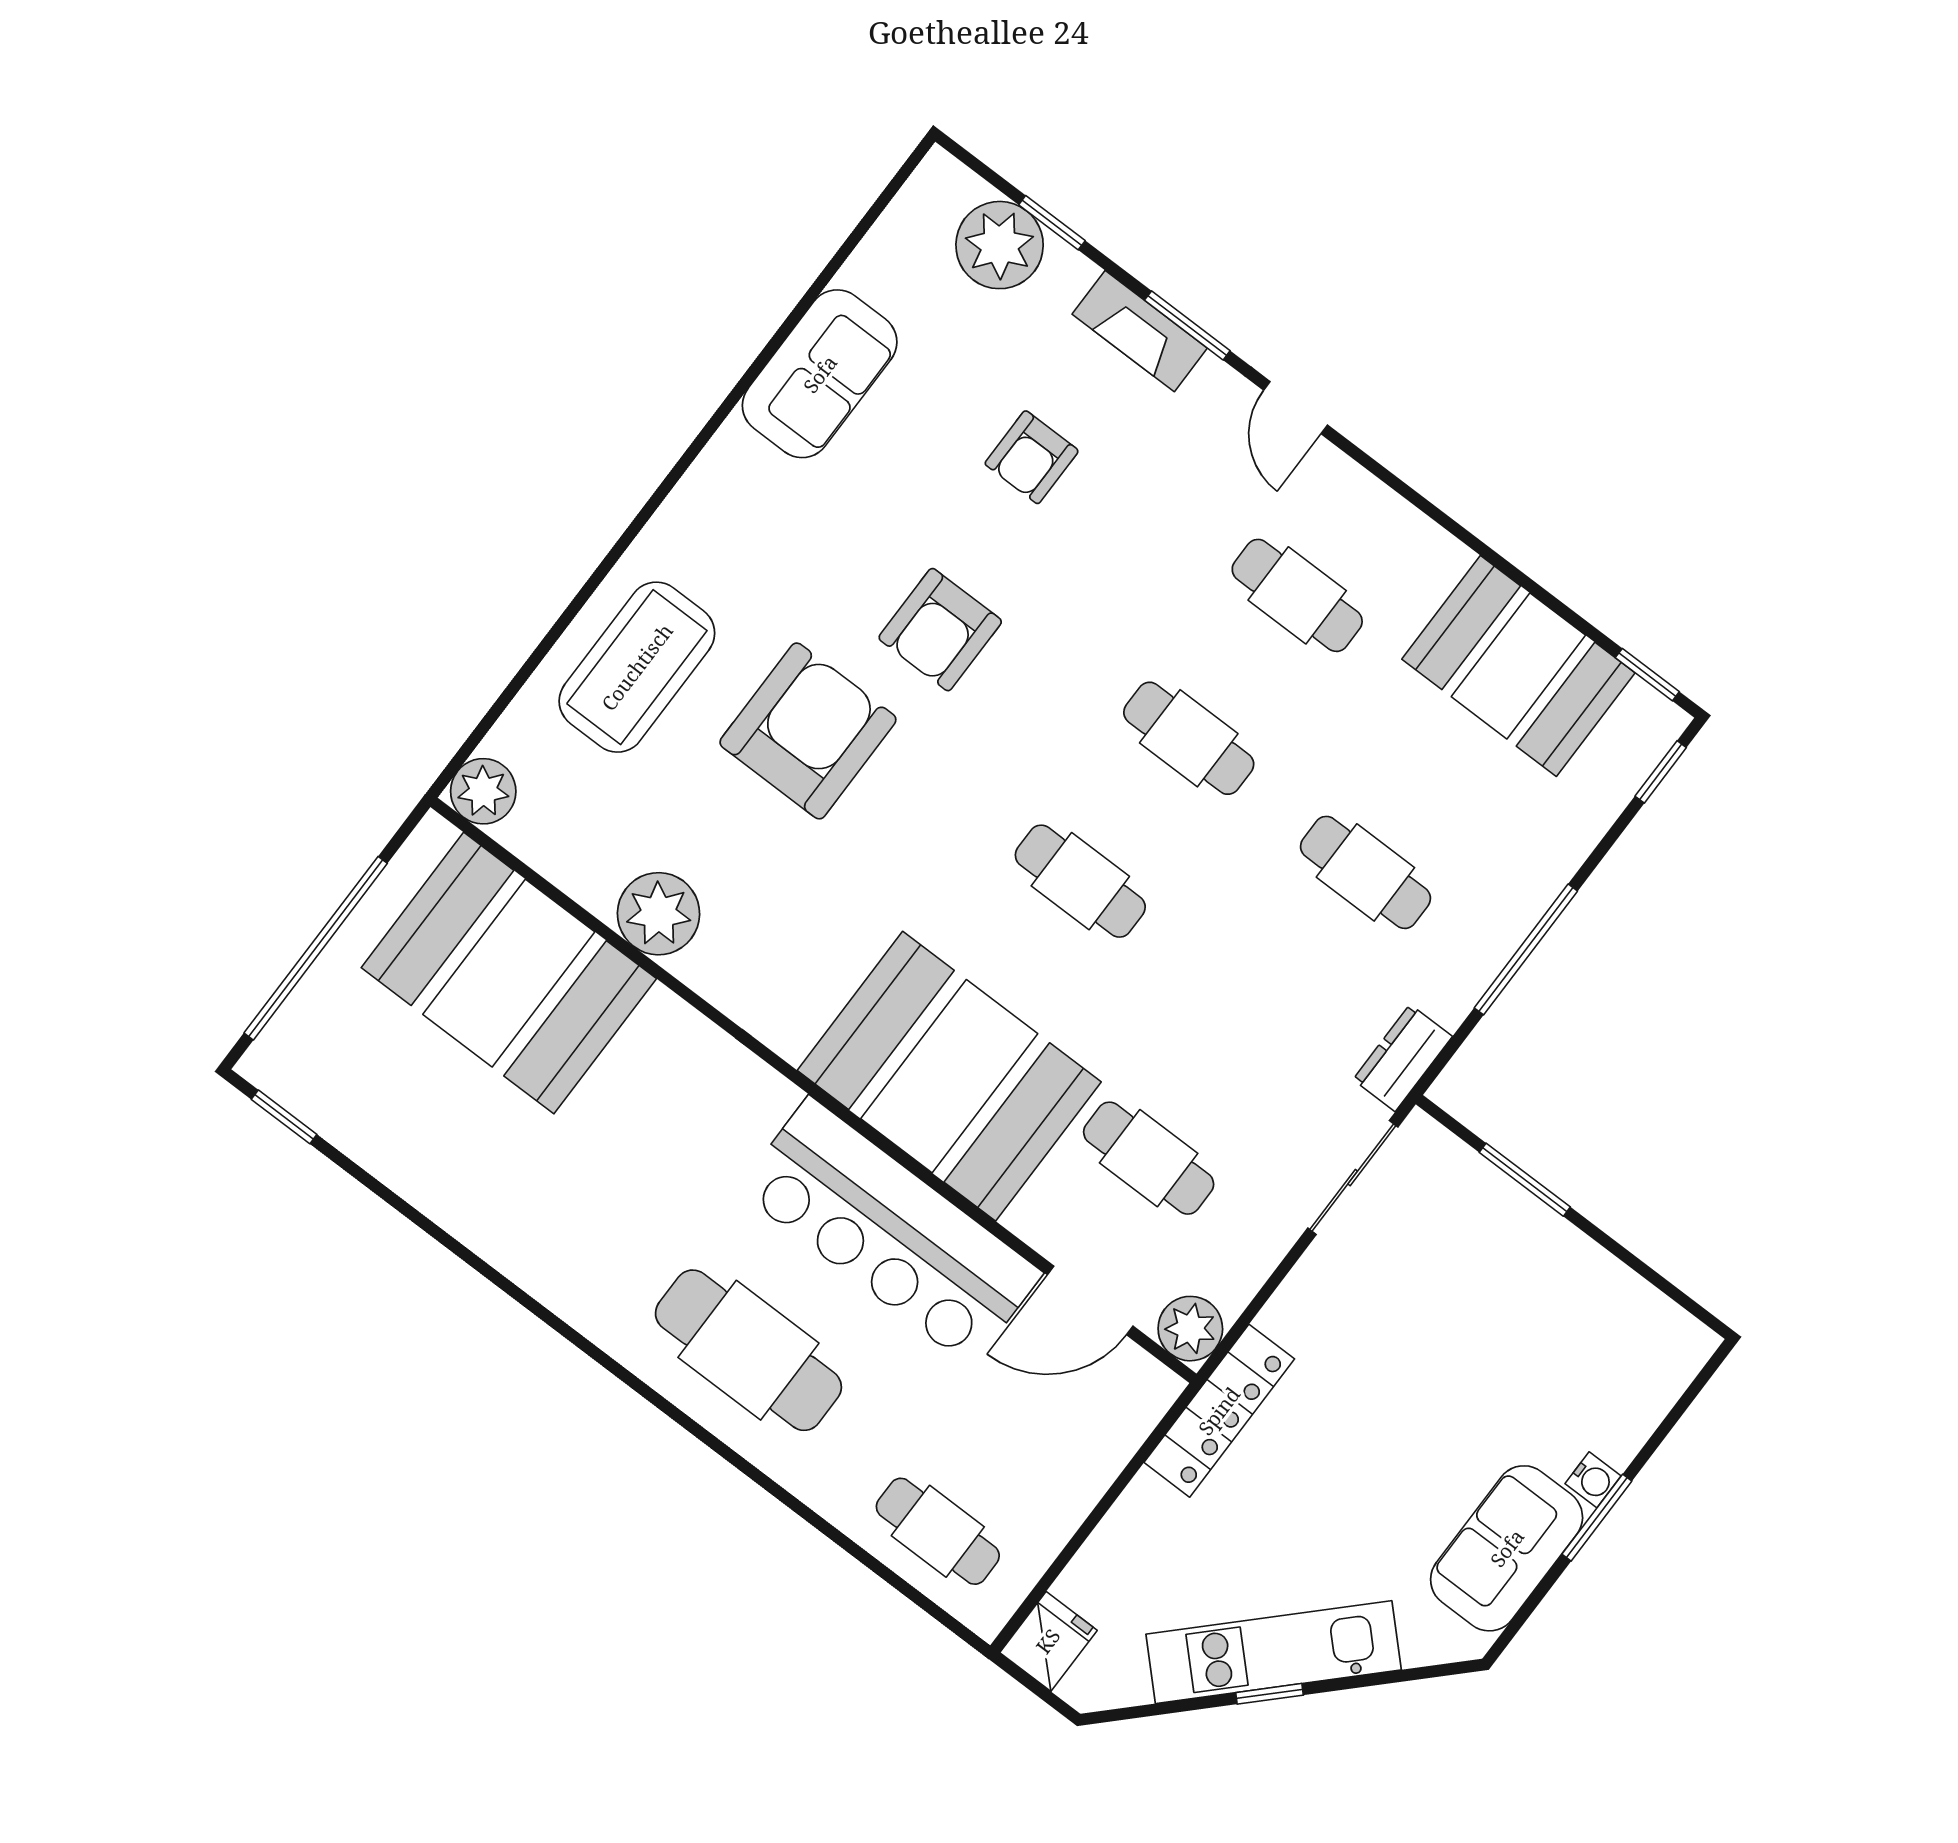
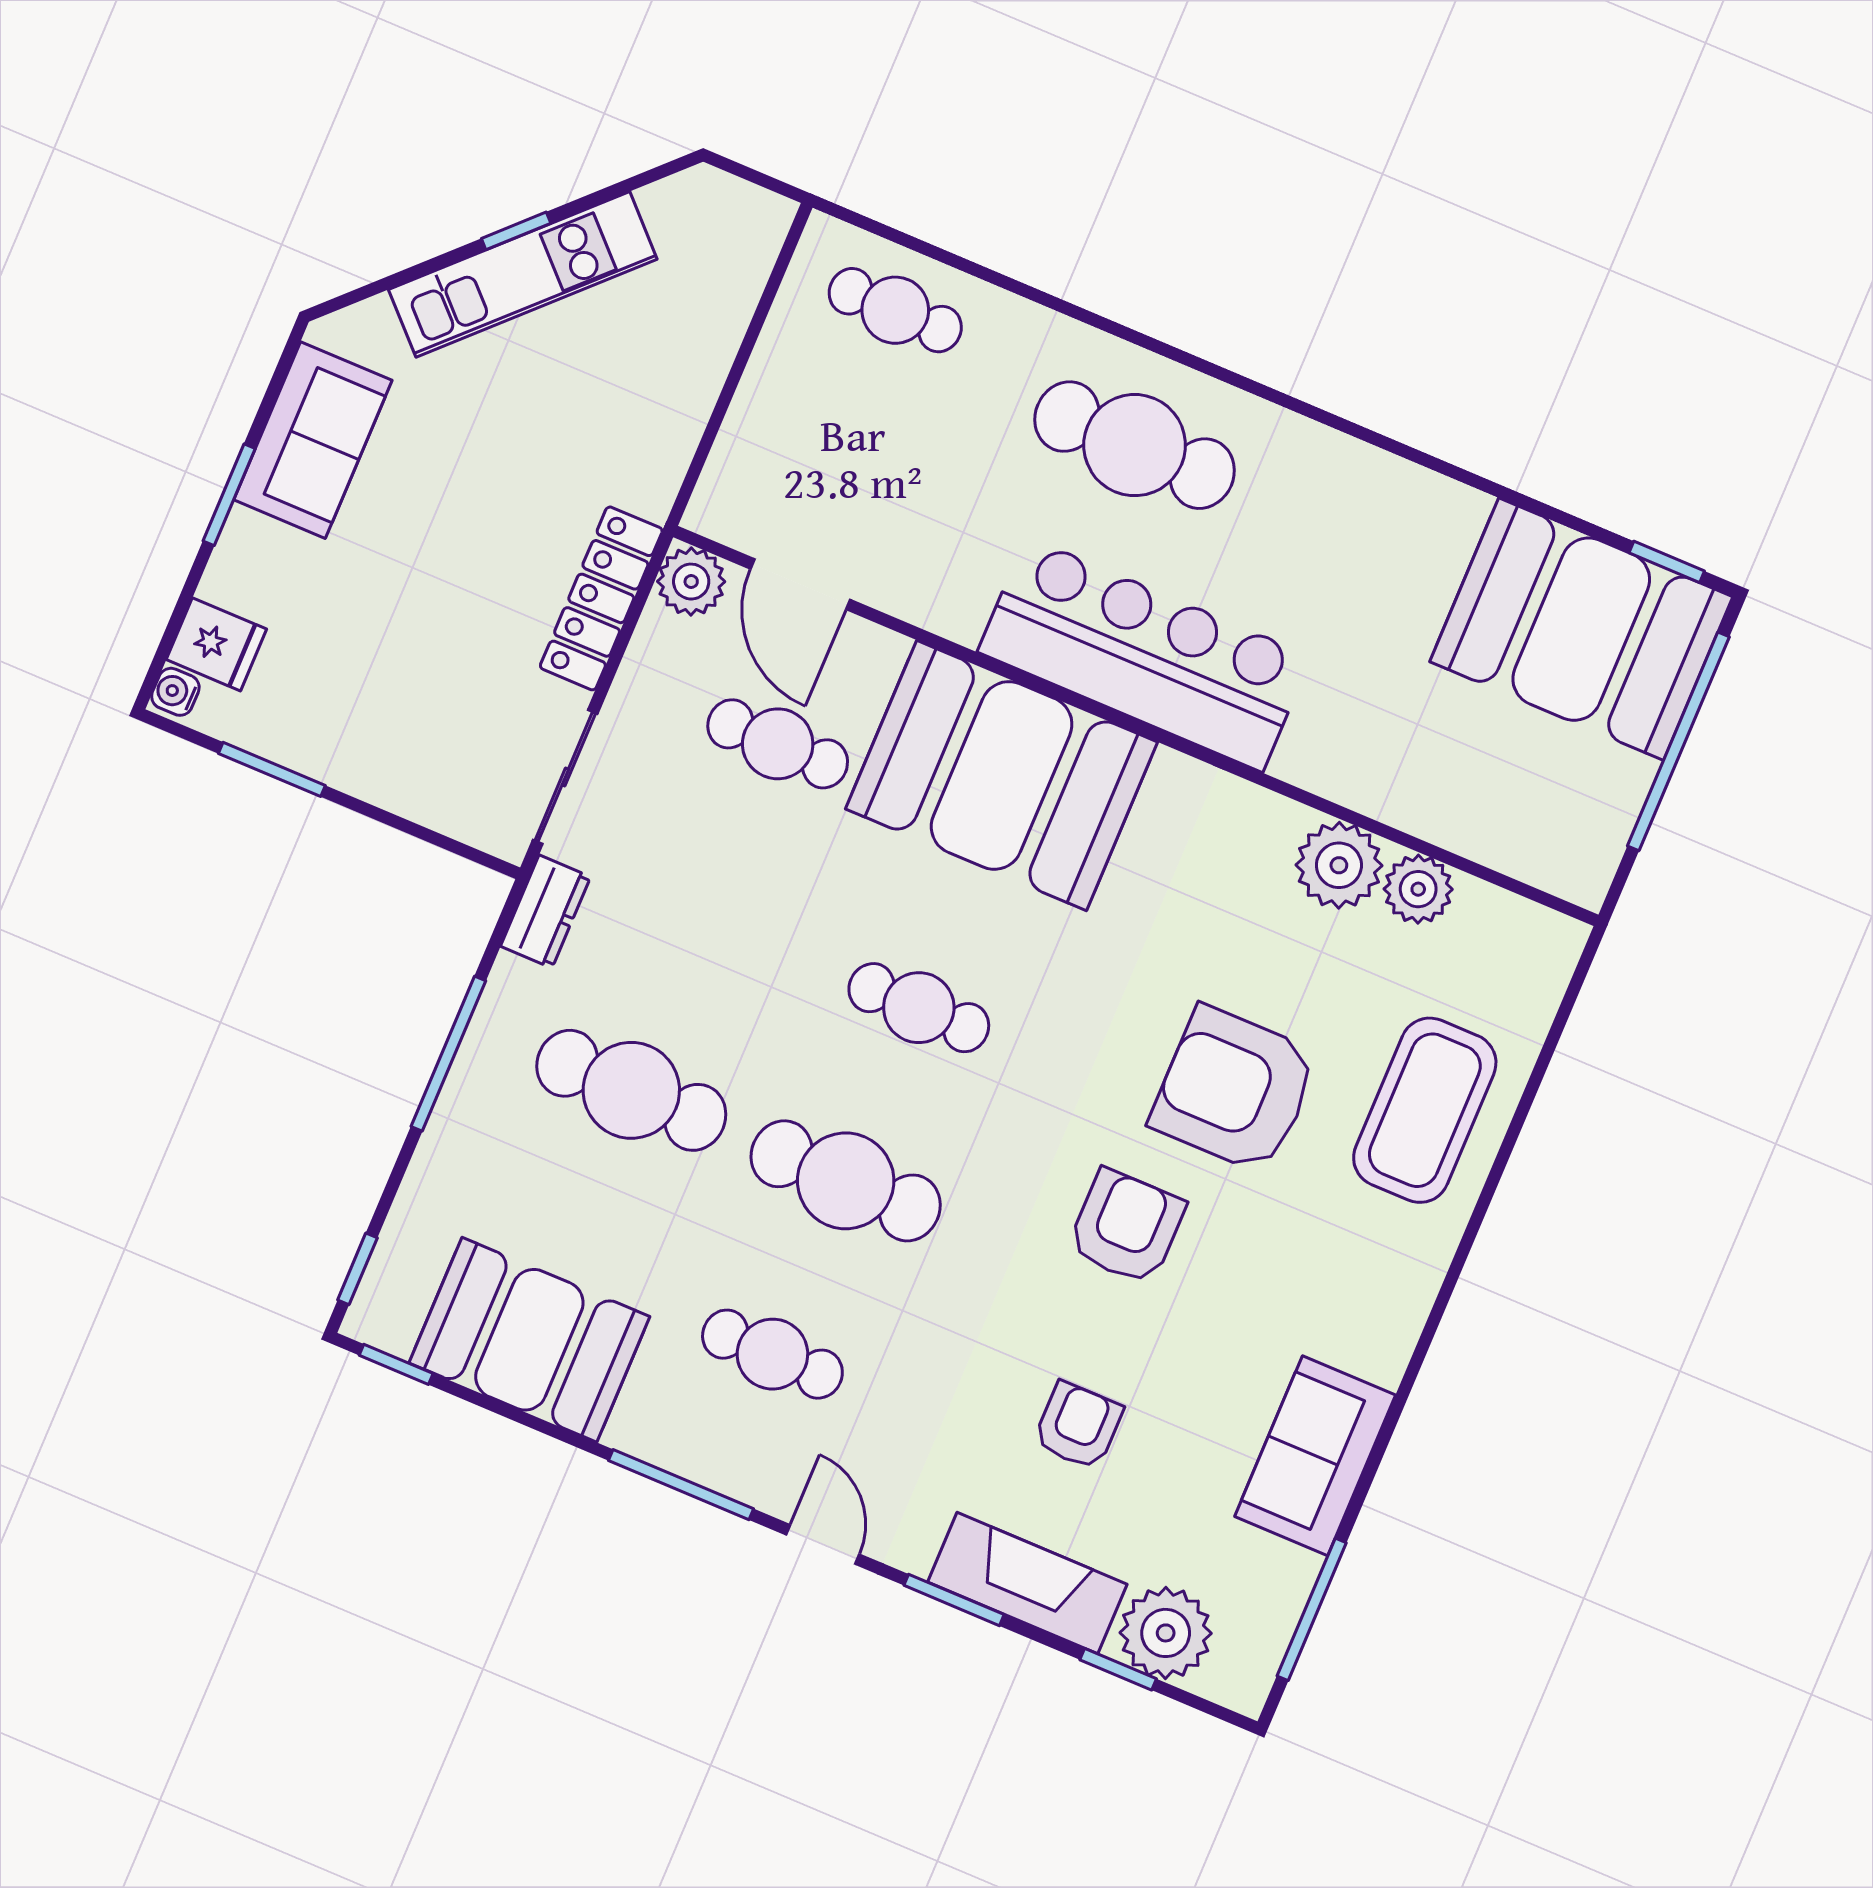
window: (859, 232) -> (1312, 1609), added
fireplace: (1140, 331) -> (1027, 1583), width x1.37, depth x1.32
window: (1412, 496) -> (681, 1485), added
armchair: (808, 731) -> (1234, 1090), turned 90
cafe table: (1189, 738) -> (846, 1181), width x1.37, depth x1.35
plant: (483, 791) -> (1418, 889), moved
cafe table: (1365, 872) -> (631, 1090), width x1.37, depth x1.35
booth: (509, 973) -> (1581, 629), moved
window: (1525, 1180) -> (272, 769), moved
bar counter: (890, 1232) -> (1144, 654), moved
door: (1090, 1300) -> (800, 584), swing flipped
locker: (1219, 1411) -> (601, 598), moved
water cooler: (1593, 1480) -> (175, 692), moved
fridge: (1048, 1641) -> (216, 644), moved, turned -90

